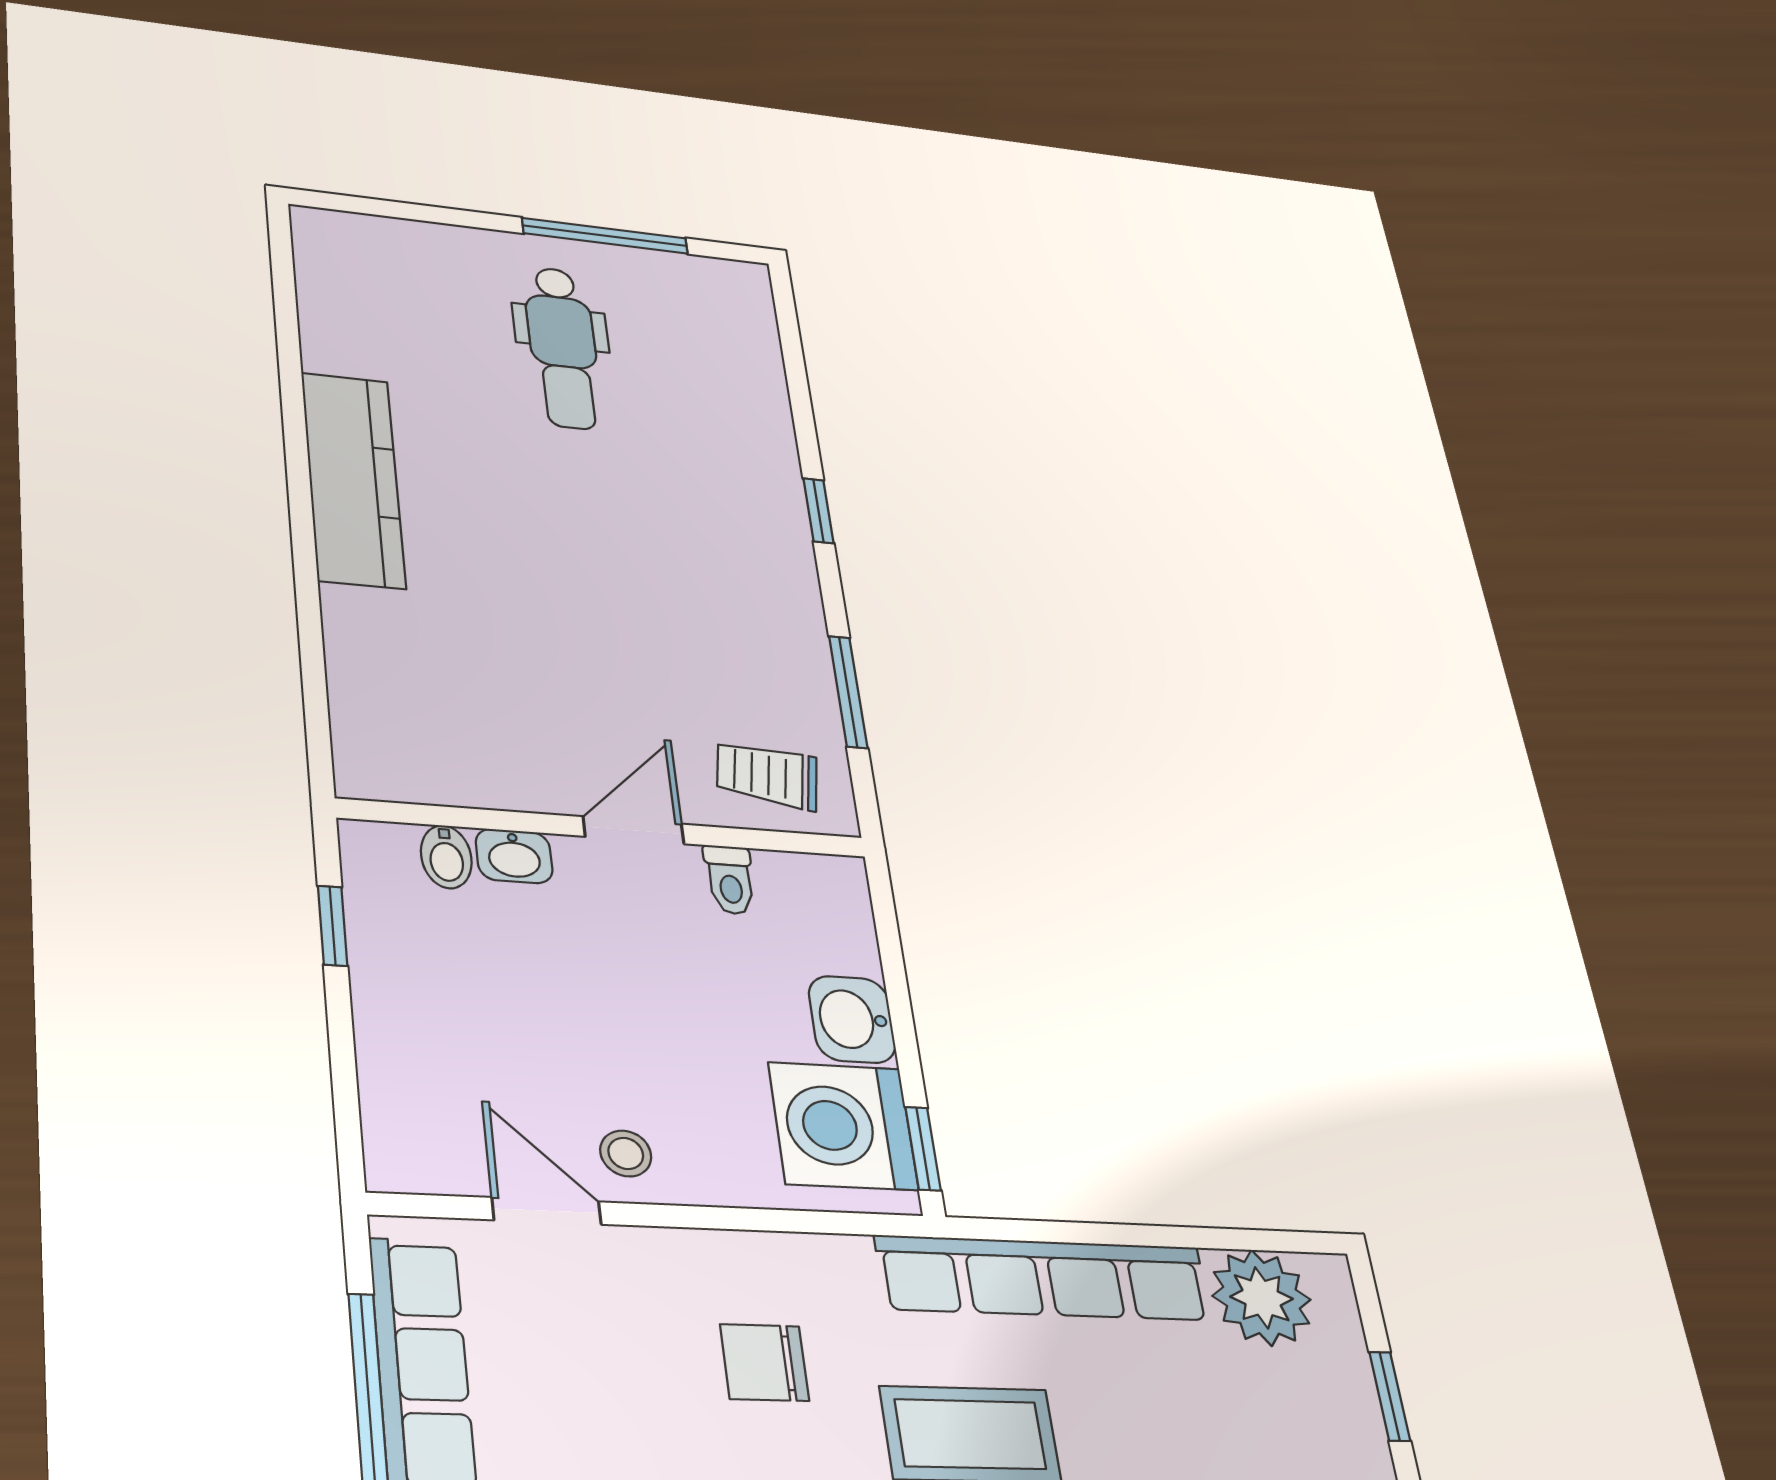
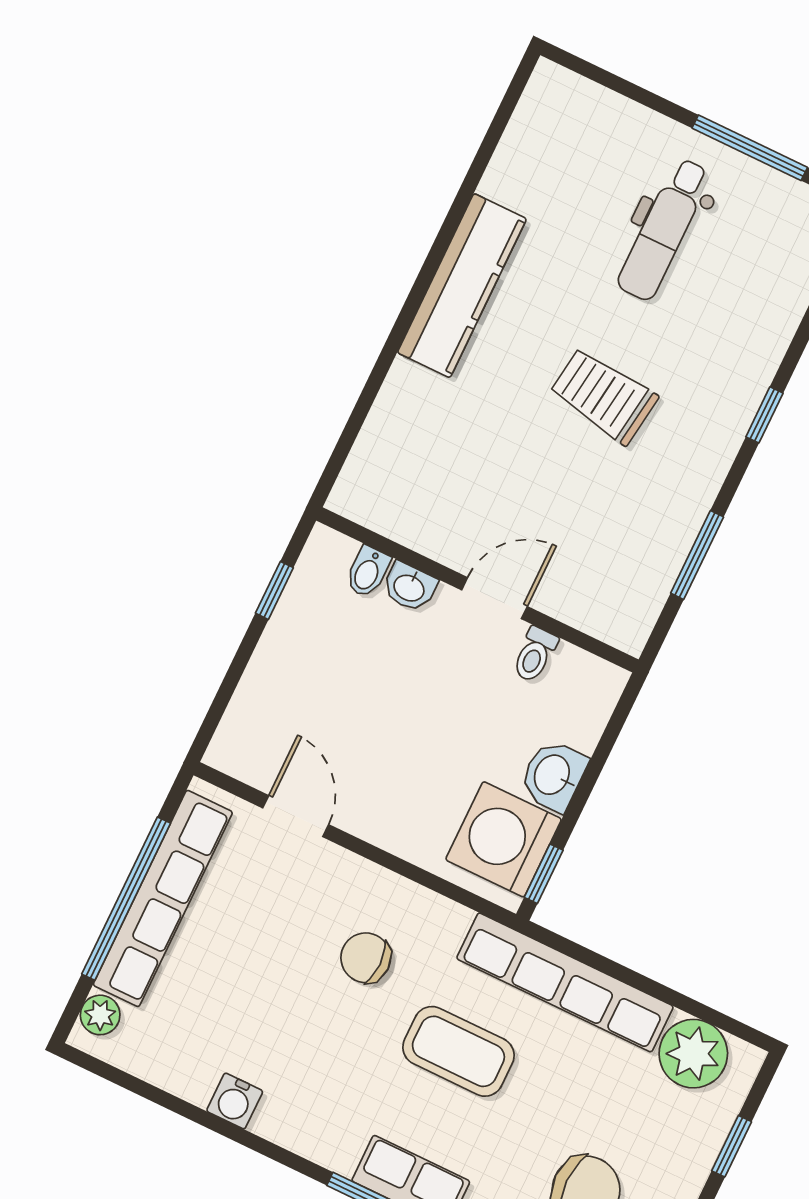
trolley: (767, 775) -> (604, 396), moved, width x1.36, depth x1.39
stool: (626, 1153) -> (362, 801), removed

